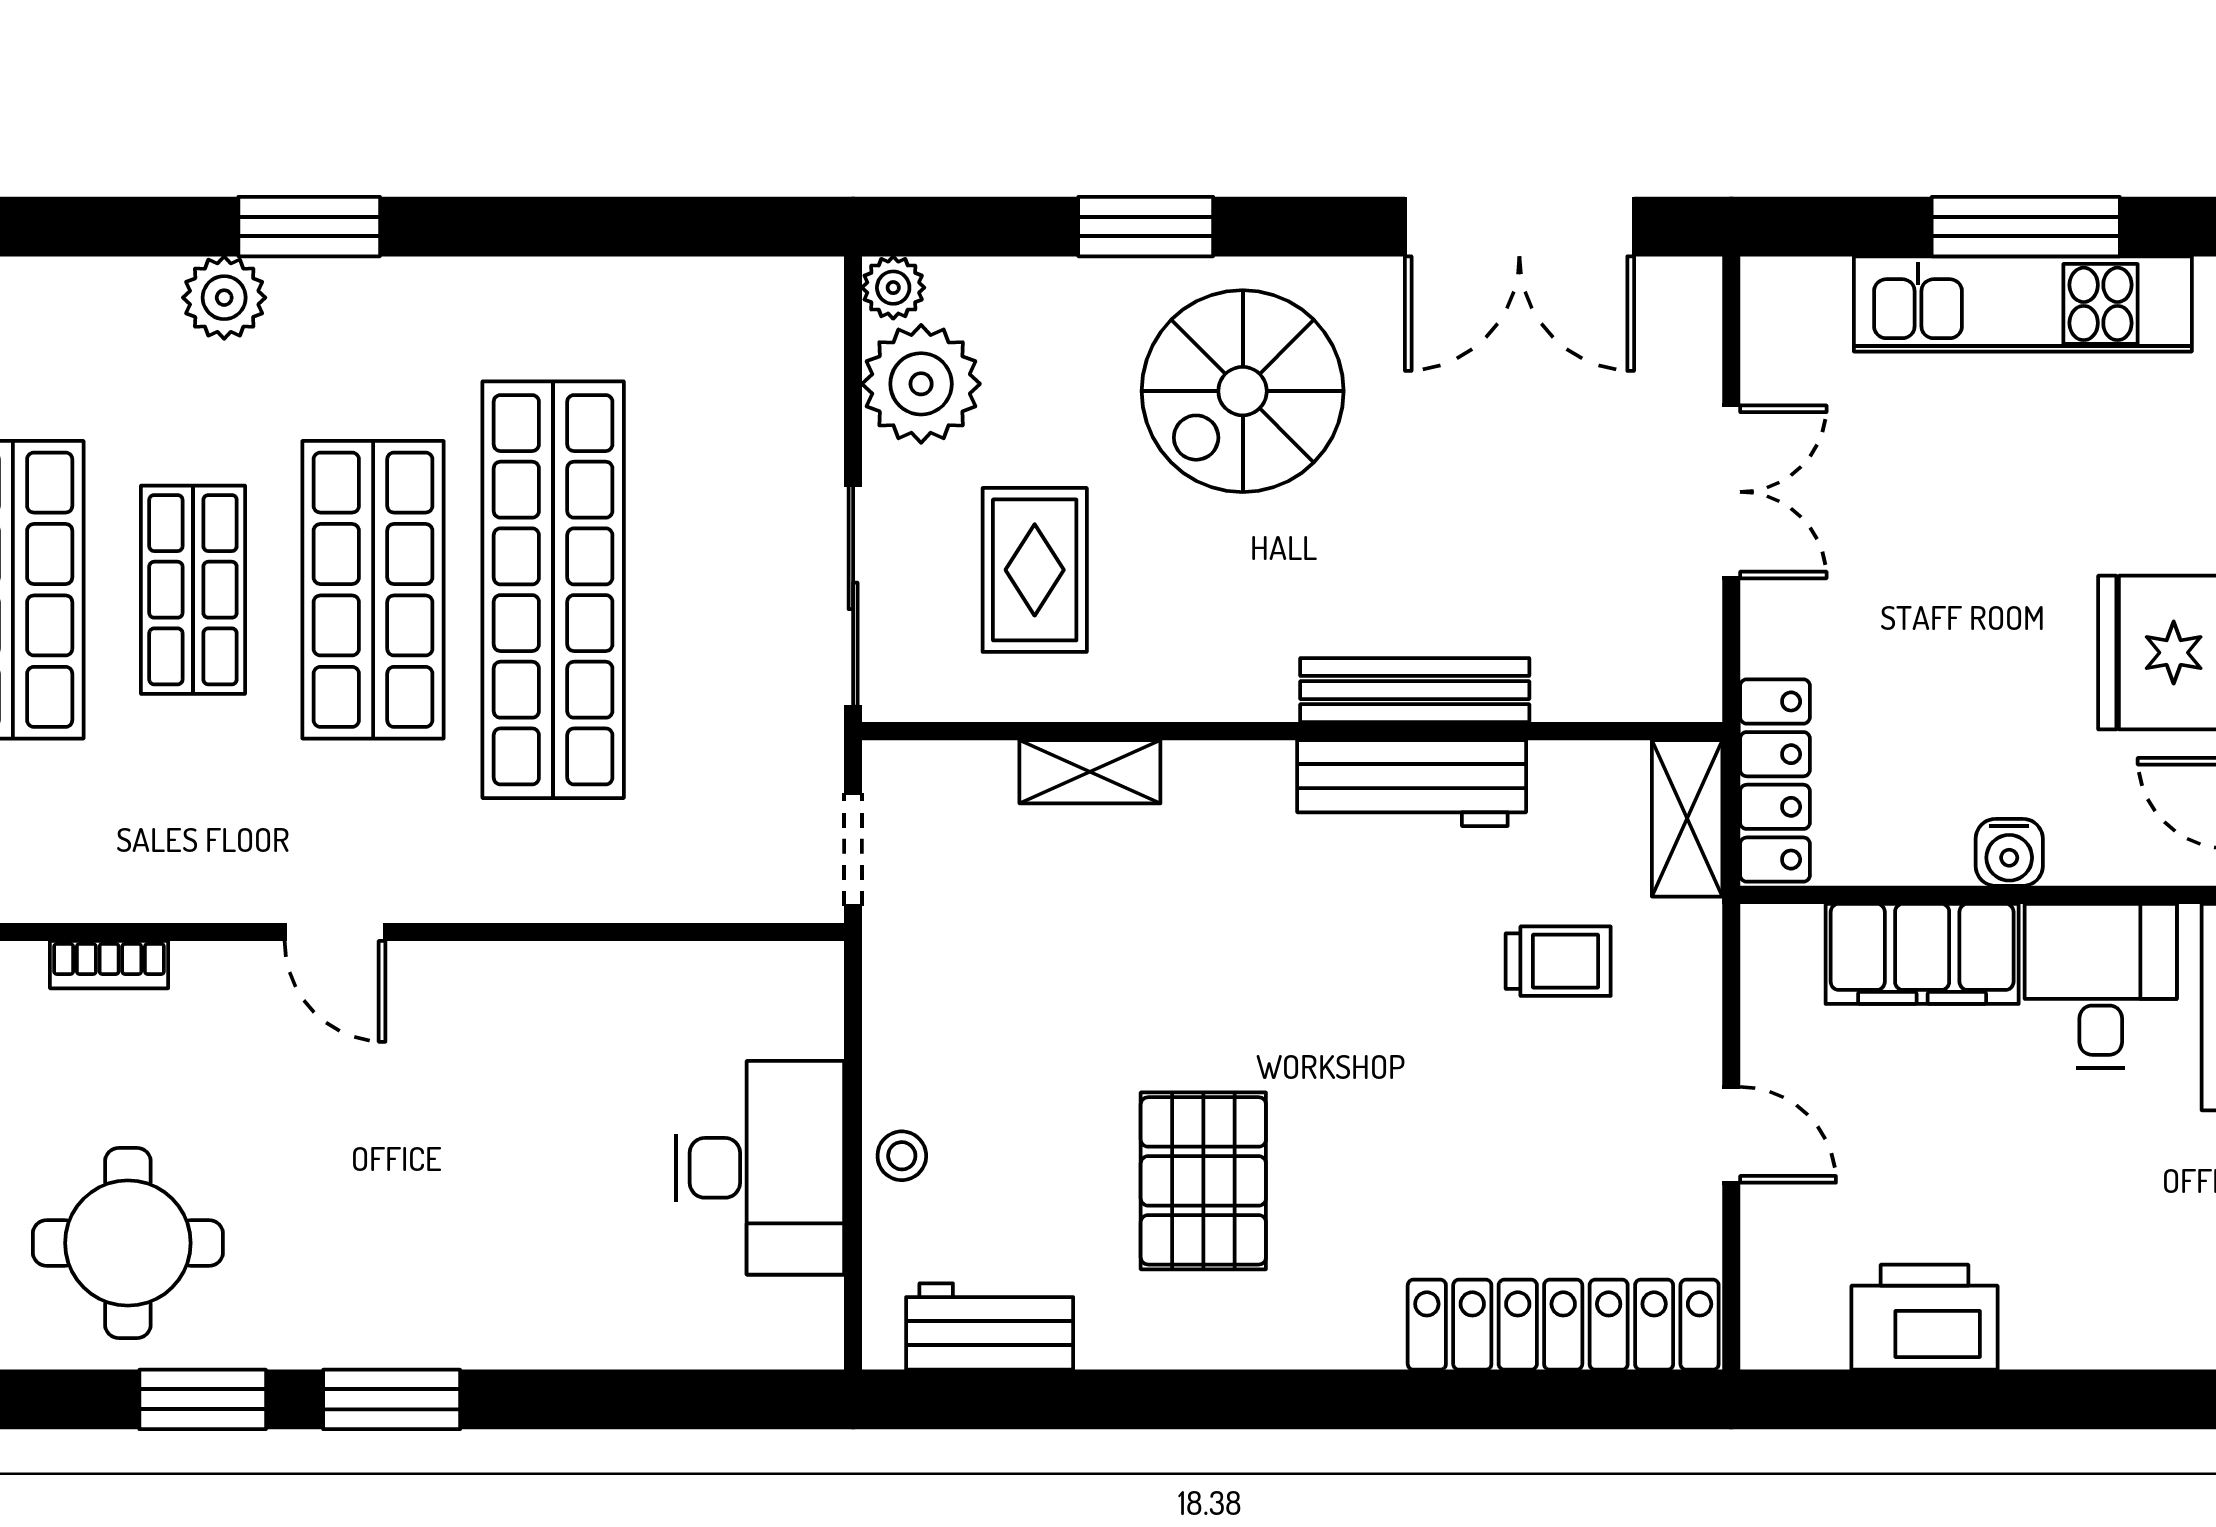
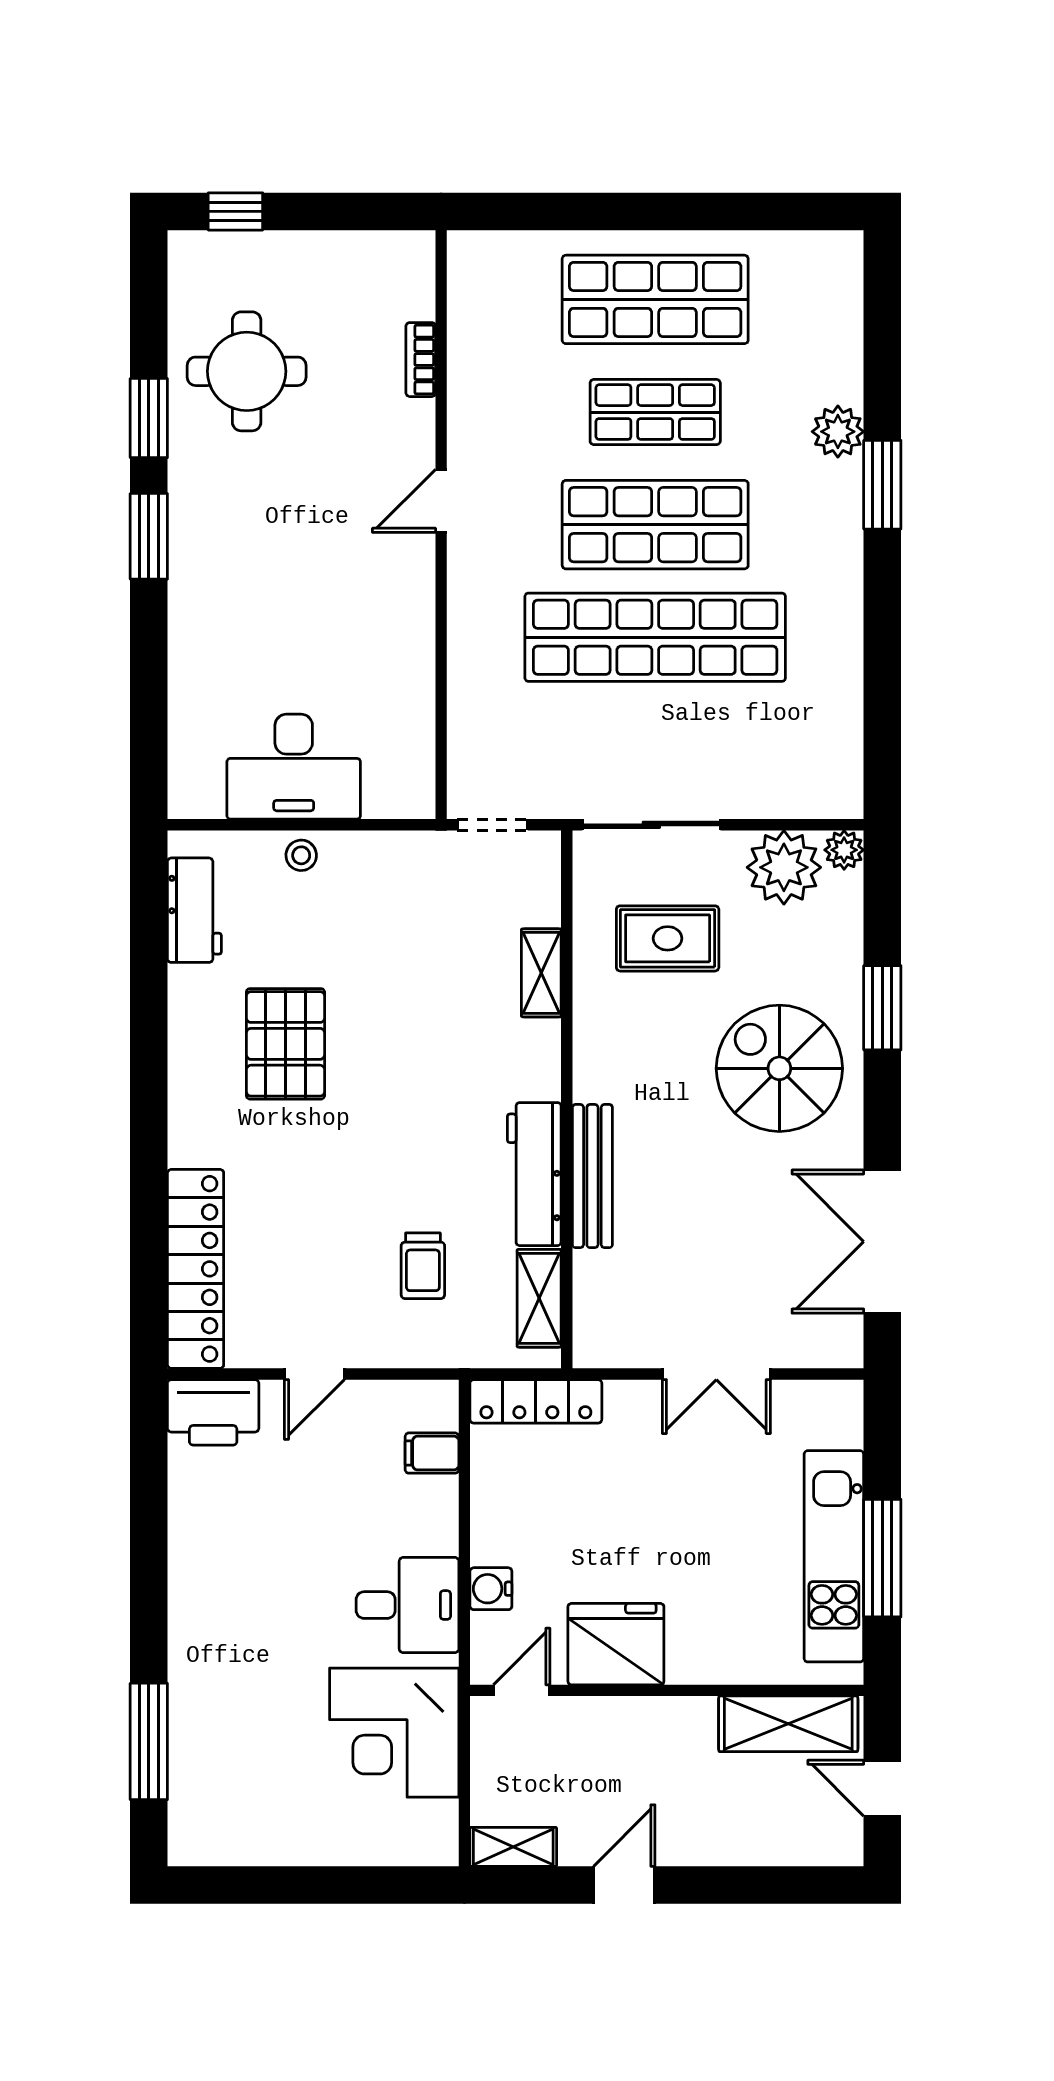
shelving: (1687, 818) -> (539, 1298), moved, turned 90
water cooler: (2009, 852) -> (491, 1589), moved
filing cabinet: (1922, 954) -> (432, 1453), width x0.33, depth x0.86
pallet: (1203, 1181) -> (285, 1044), turned 90
printer: (1924, 1317) -> (213, 1412), moved, turned 90

